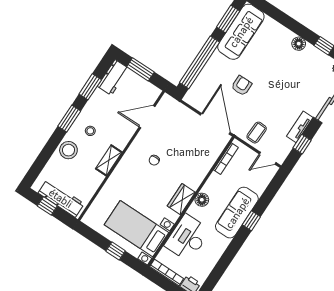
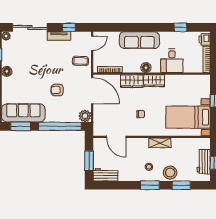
window: (90, 87) -> (181, 185), moved
plant: (193, 97) -> (85, 116), added
door: (215, 124) -> (92, 91), swing flipped
door: (268, 158) -> (92, 43), hinge flipped
wardrobe: (197, 174) -> (132, 81), added
workbench: (61, 198) -> (204, 162), width x0.73
window: (251, 221) -> (181, 27), moved
bed with nightstands: (137, 229) -> (188, 117), moved, turned 90
desk: (187, 238) -> (172, 61), width x0.73

